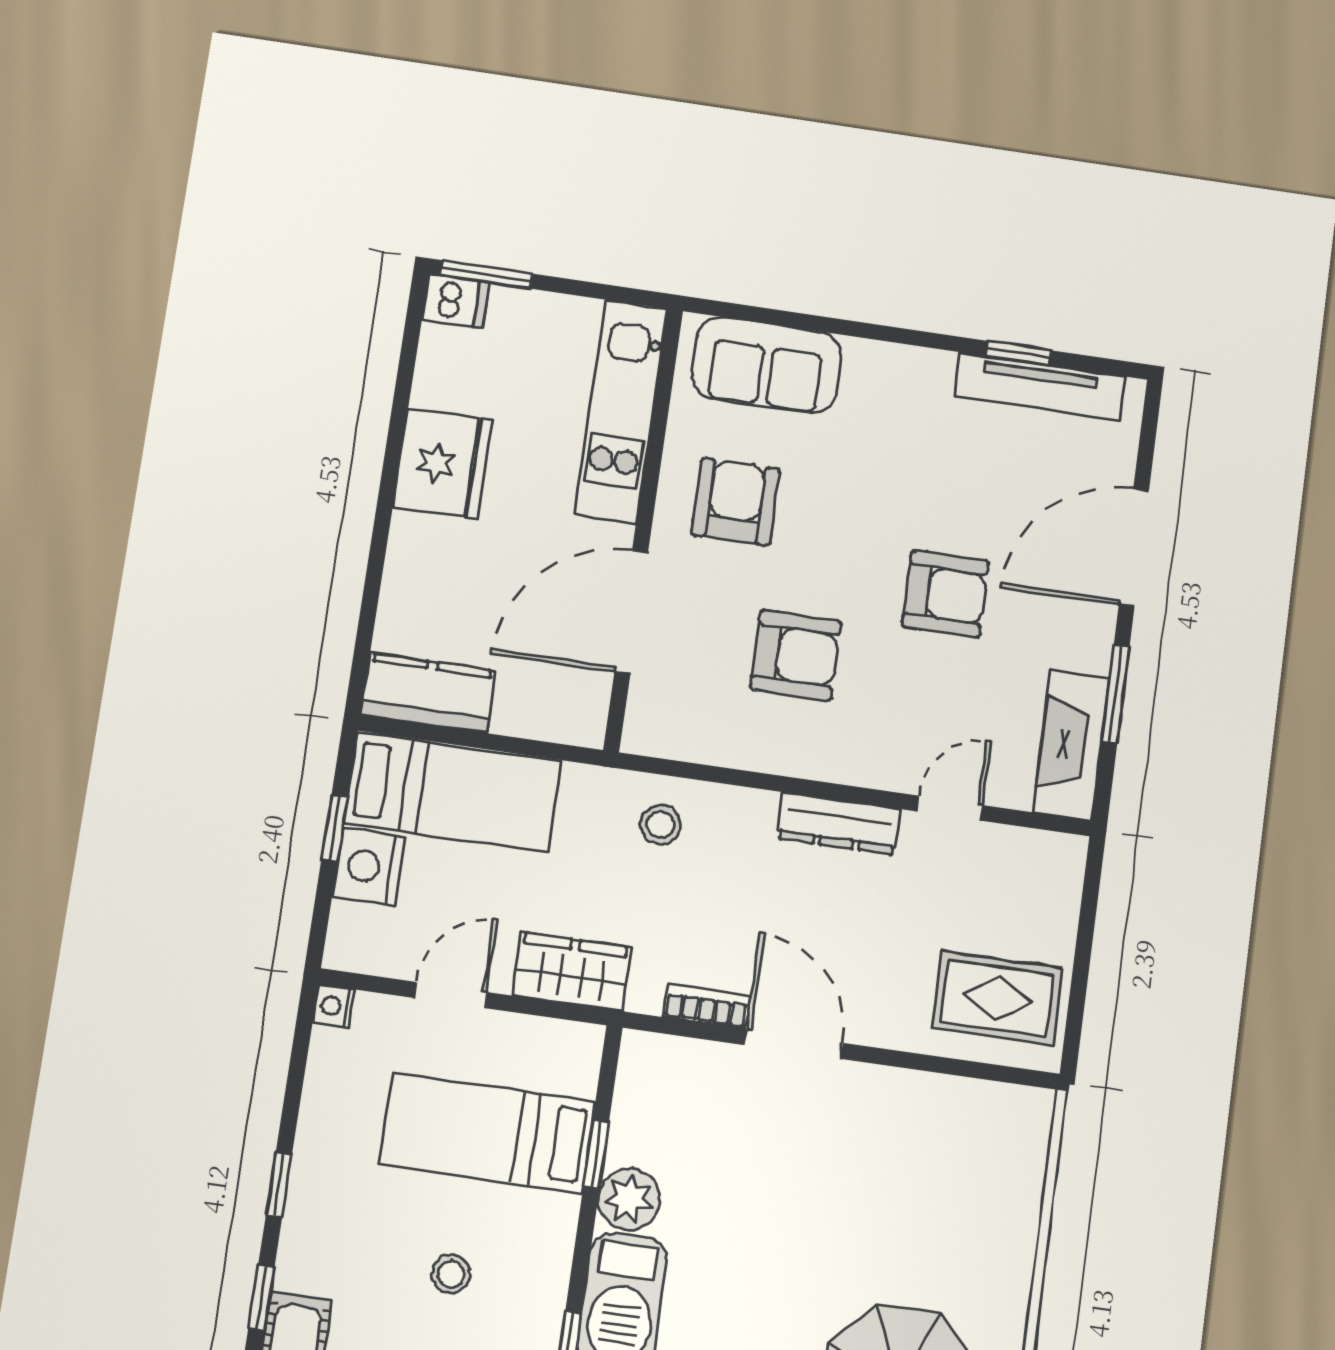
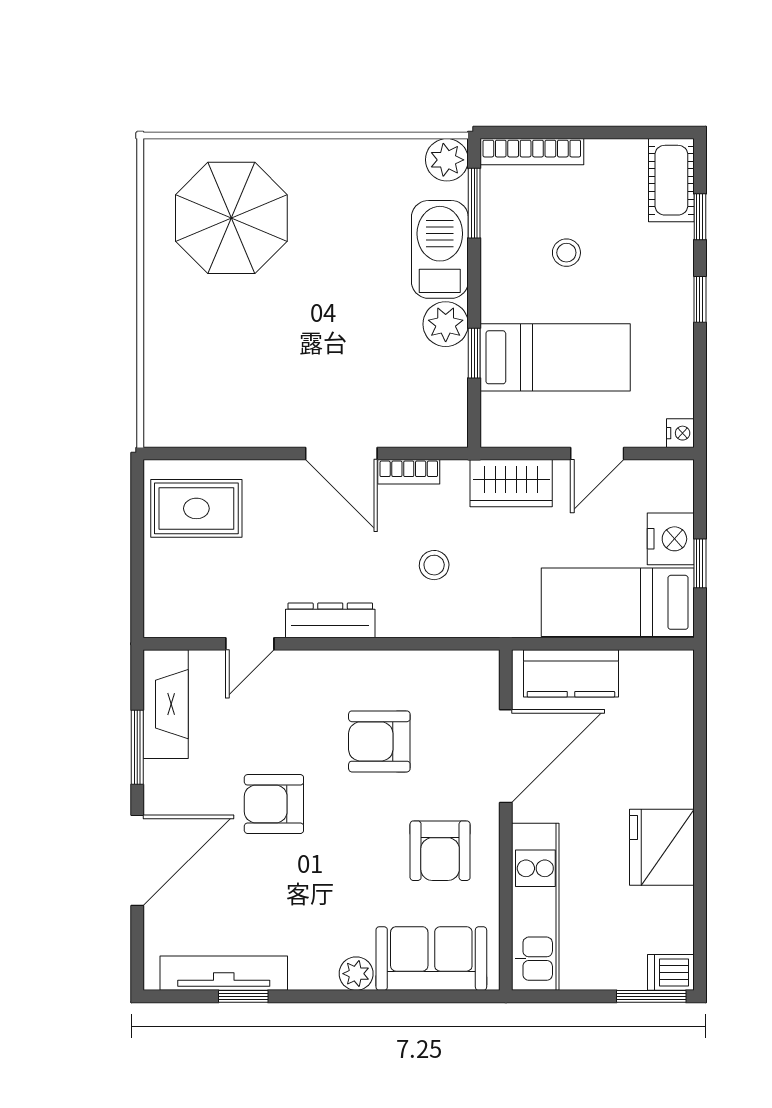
plant: (867, 360) -> (356, 974), added
kitchen counter: (428, 693) -> (571, 673), moved
stool: (661, 825) -> (434, 565), moved

